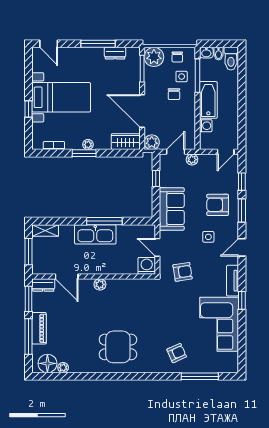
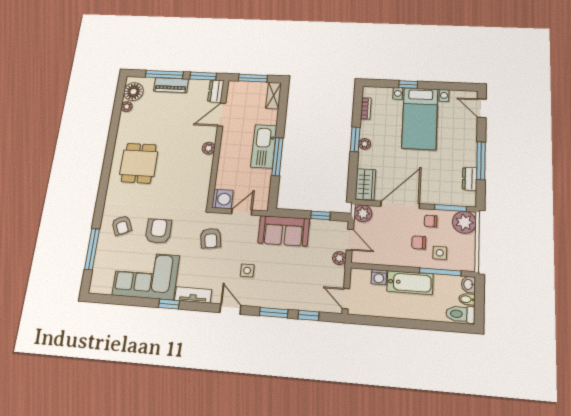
door: (49, 44) -> (482, 108), hinge flipped
chair: (177, 57) -> (431, 221), moved
armchair: (218, 205) -> (158, 231), moved

